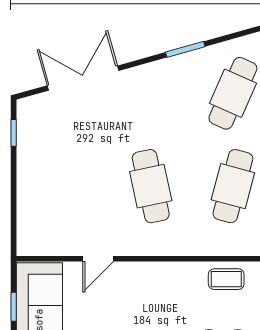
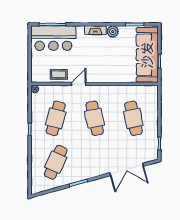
cafe table: (68, 186) -> (133, 118), added
door: (98, 259) -> (79, 84), moved

